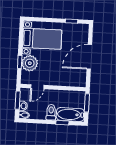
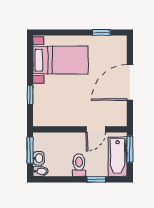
plant: (30, 63) -> (45, 96), removed
door: (37, 87) -> (96, 129), moved
bathtub: (70, 114) -> (118, 156), moved, turned -90

